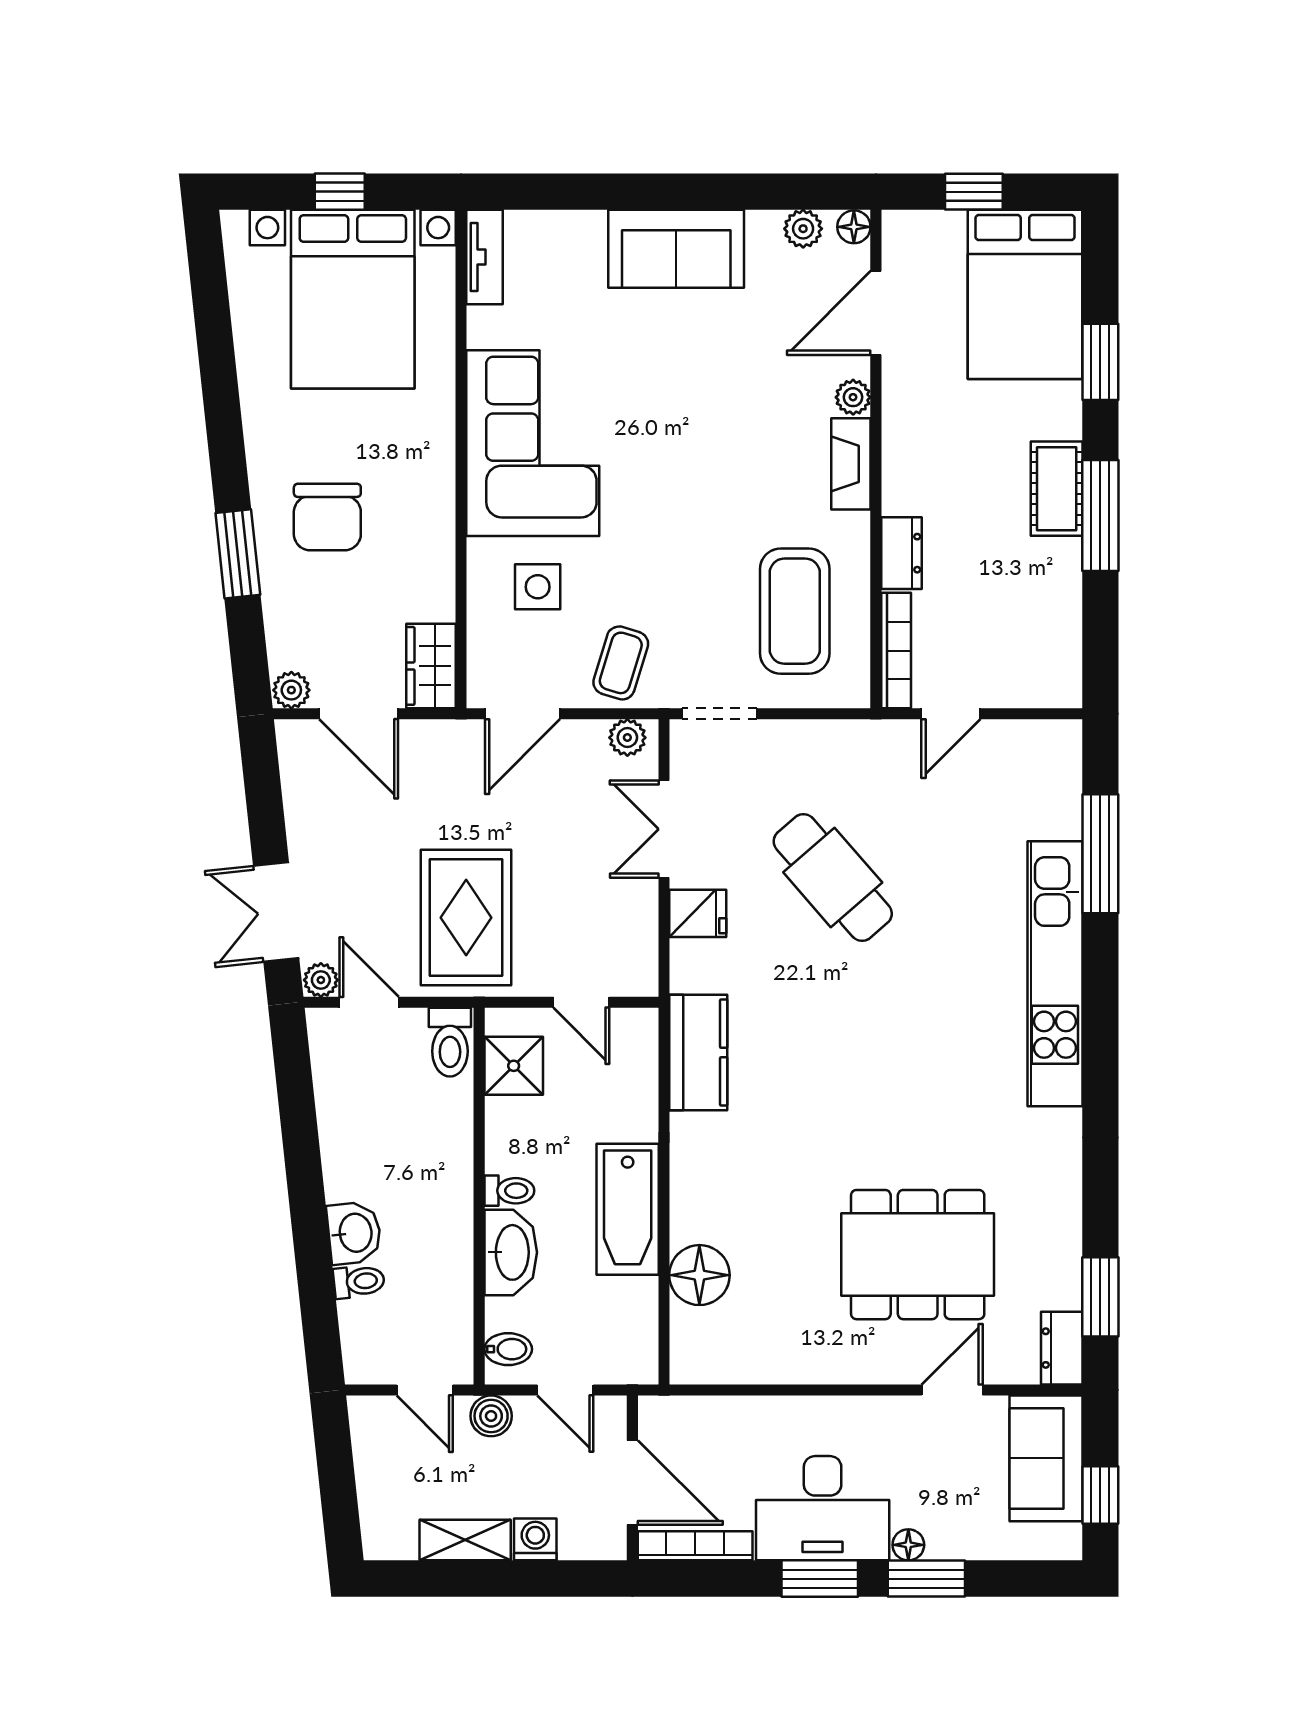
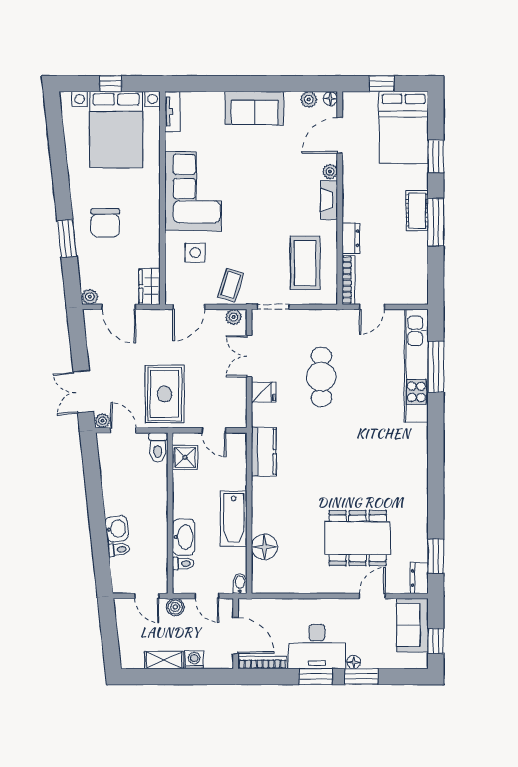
cafe table: (833, 877) -> (321, 377), turned 41
kitchen unit: (1055, 974) -> (416, 366), moved
toilet: (509, 1191) -> (183, 564), moved
bidet: (508, 1349) -> (240, 584), moved, turned -90

